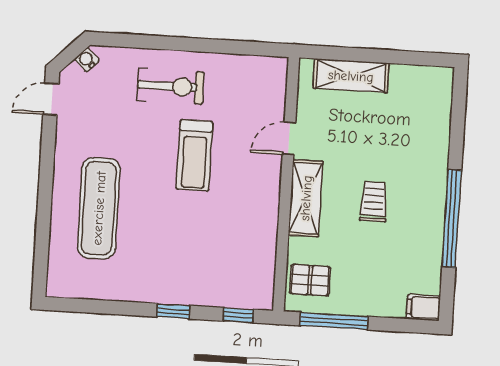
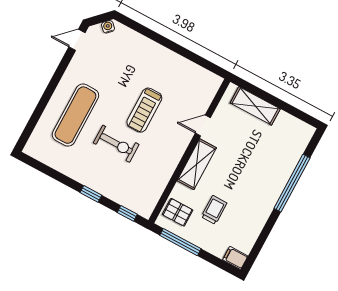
exercise bike: (170, 86) -> (116, 144), moved
trolley: (374, 202) -> (214, 210), moved
window: (452, 218) -> (292, 183), moved

